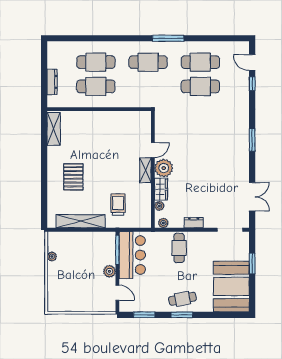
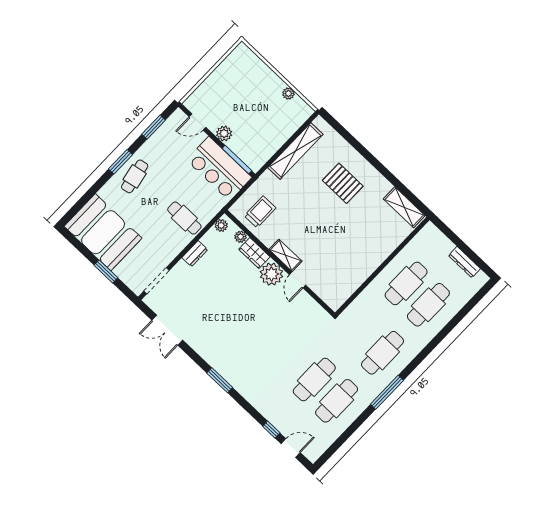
dresser: (52, 82) -> (464, 262), moved
trolley: (118, 205) -> (260, 212), moved, turned -90

